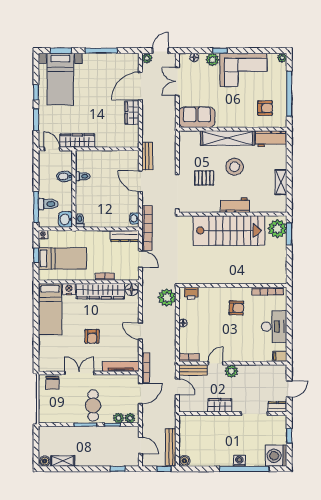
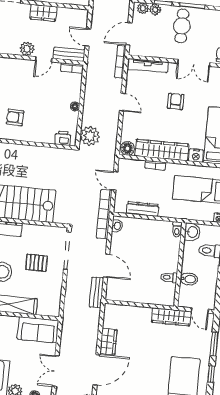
double door: (177, 81) -> (56, 371), swing flipped
dresser: (125, 236) -> (143, 209), moved

